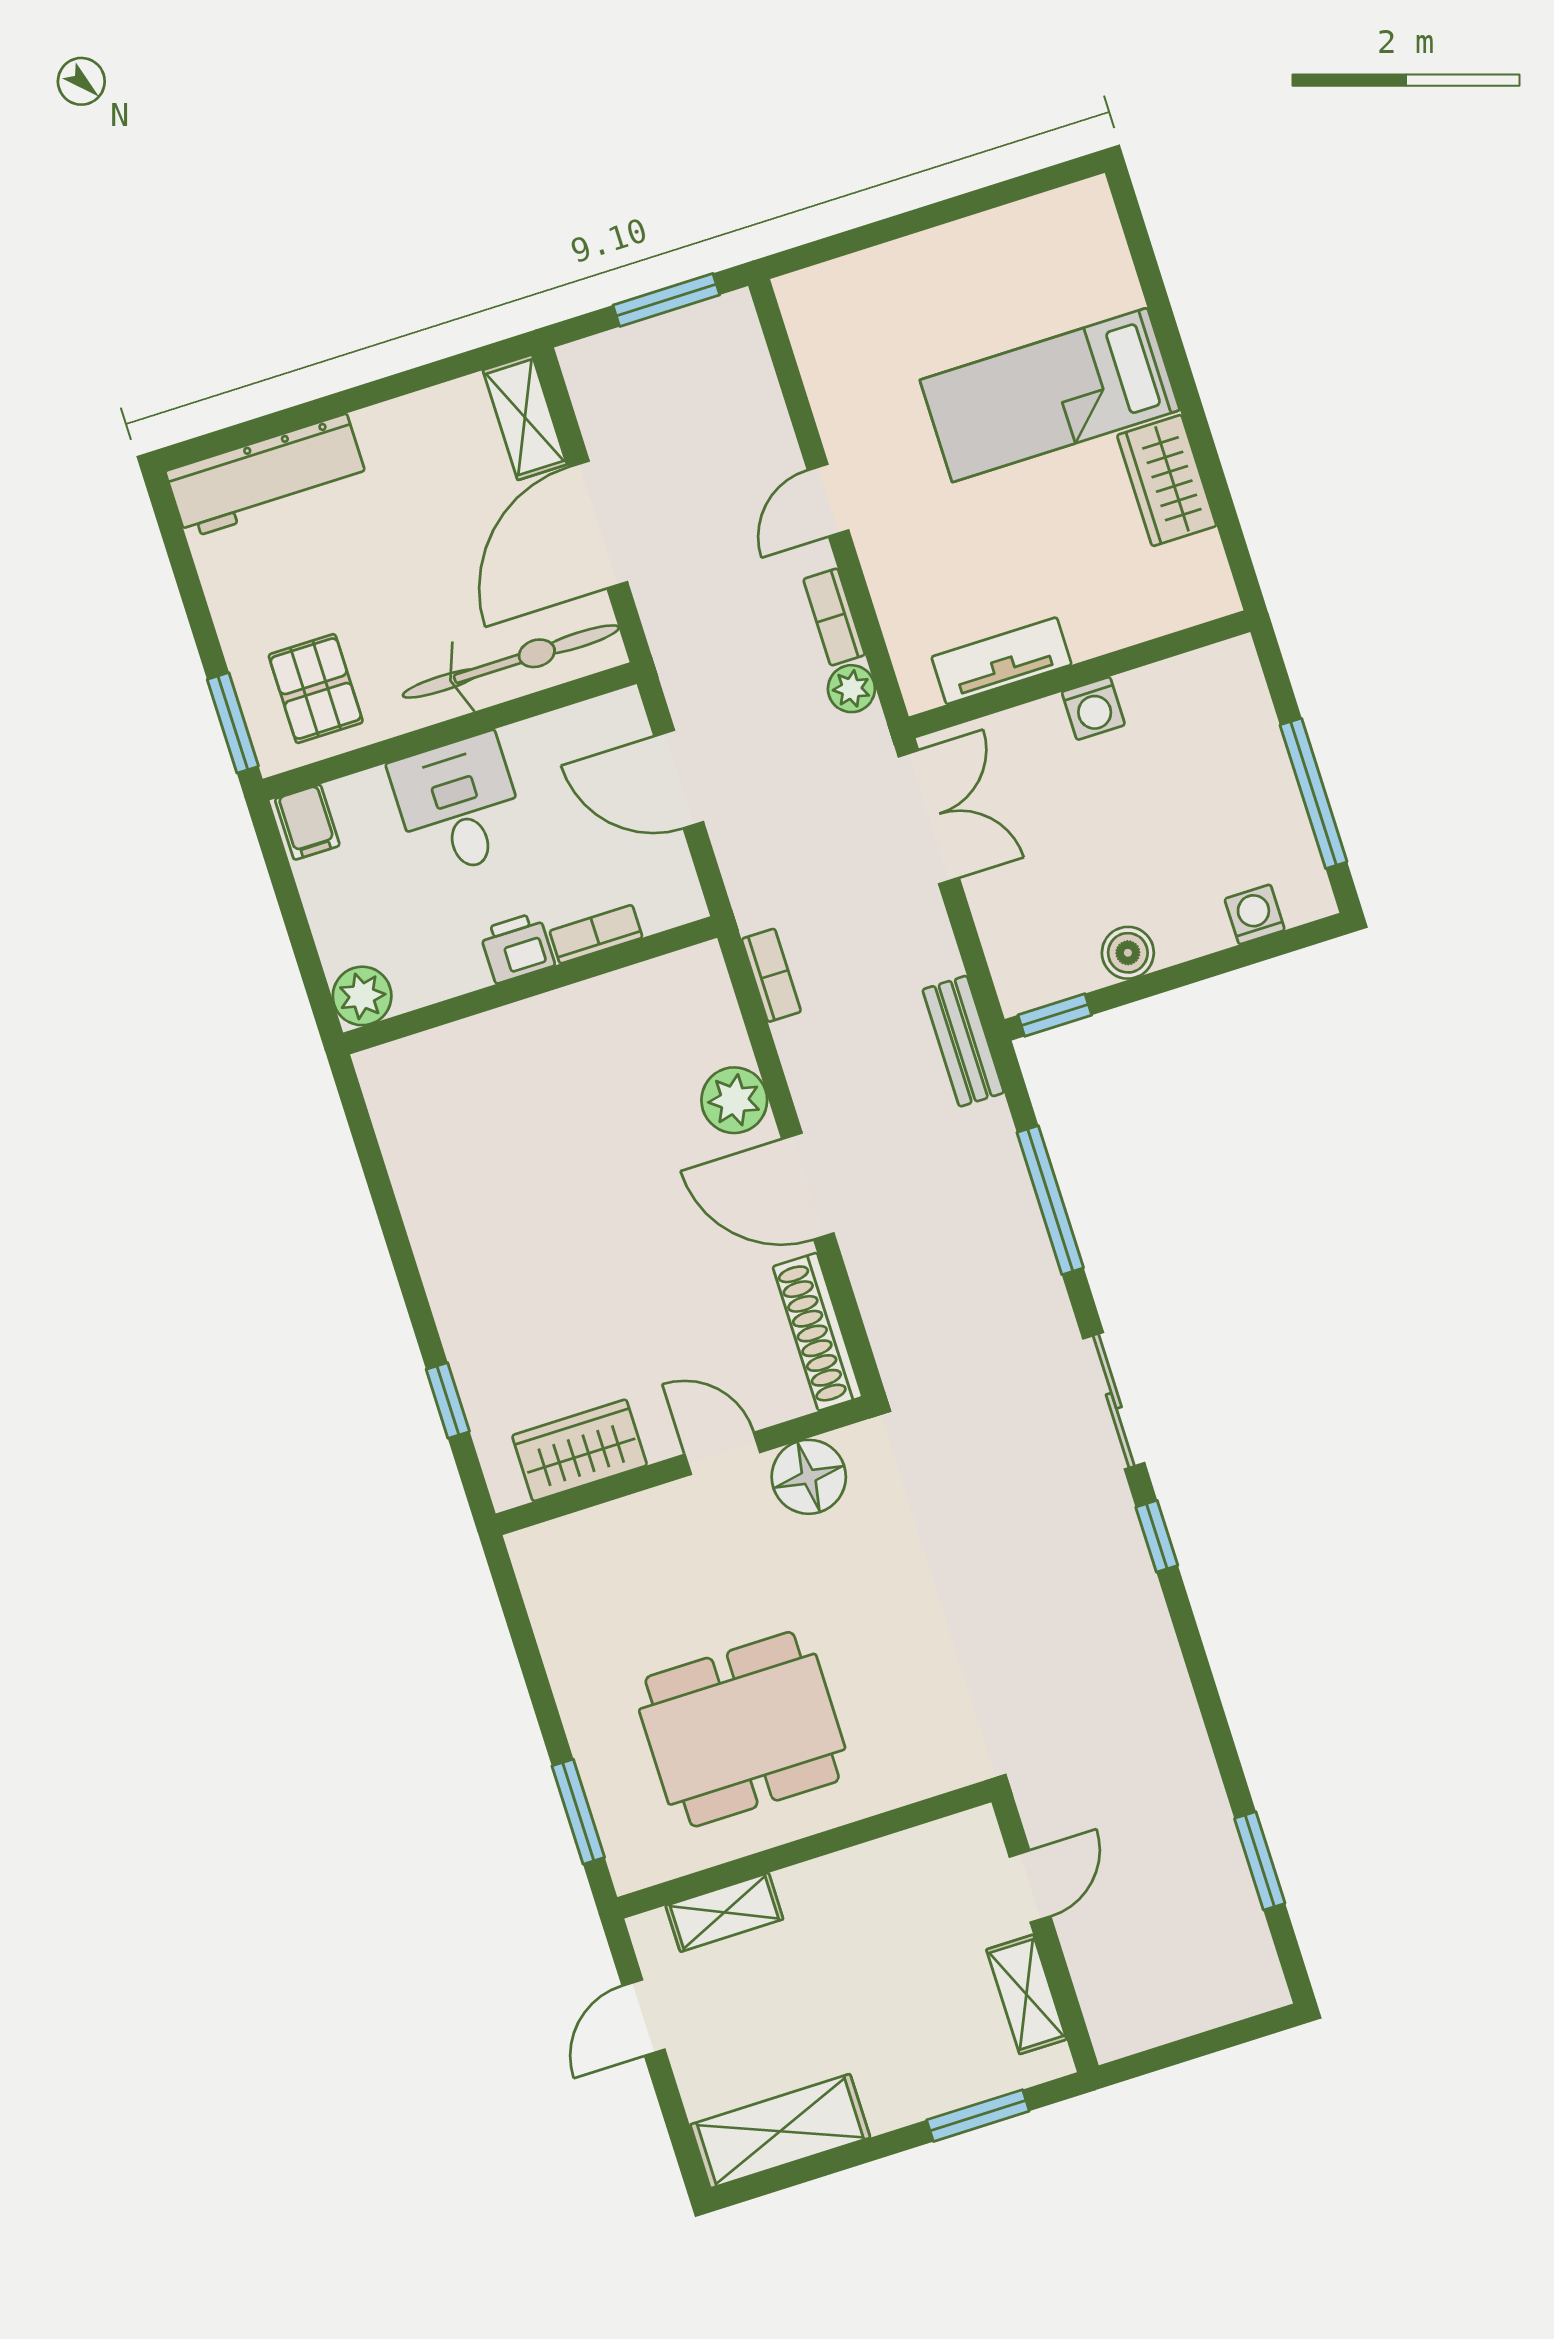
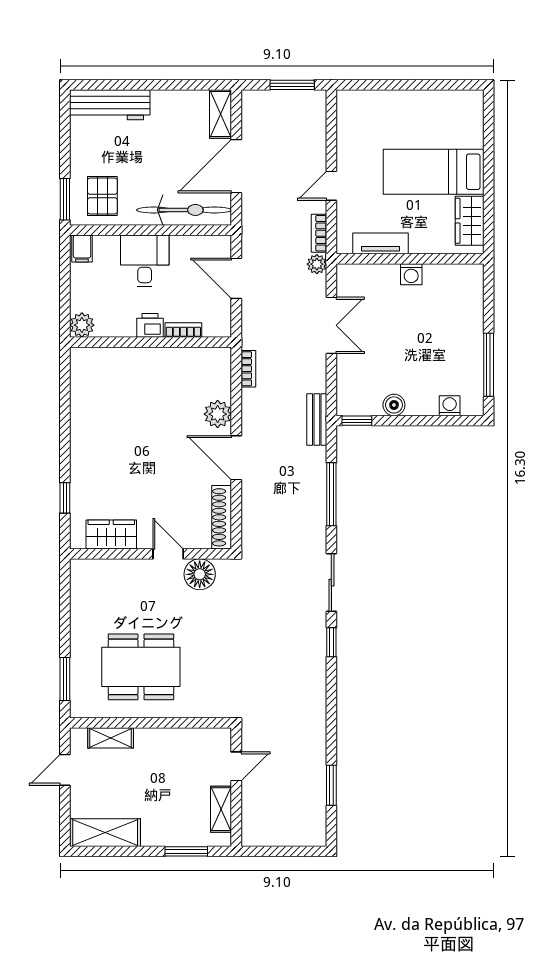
tv unit: (1001, 661) -> (380, 243), moved
wall: (1080, 674) -> (410, 259), moved
washing machine: (1093, 708) -> (411, 274), moved

